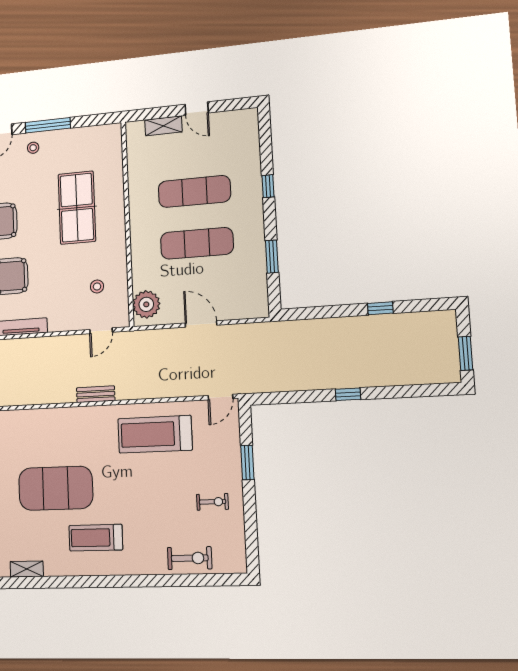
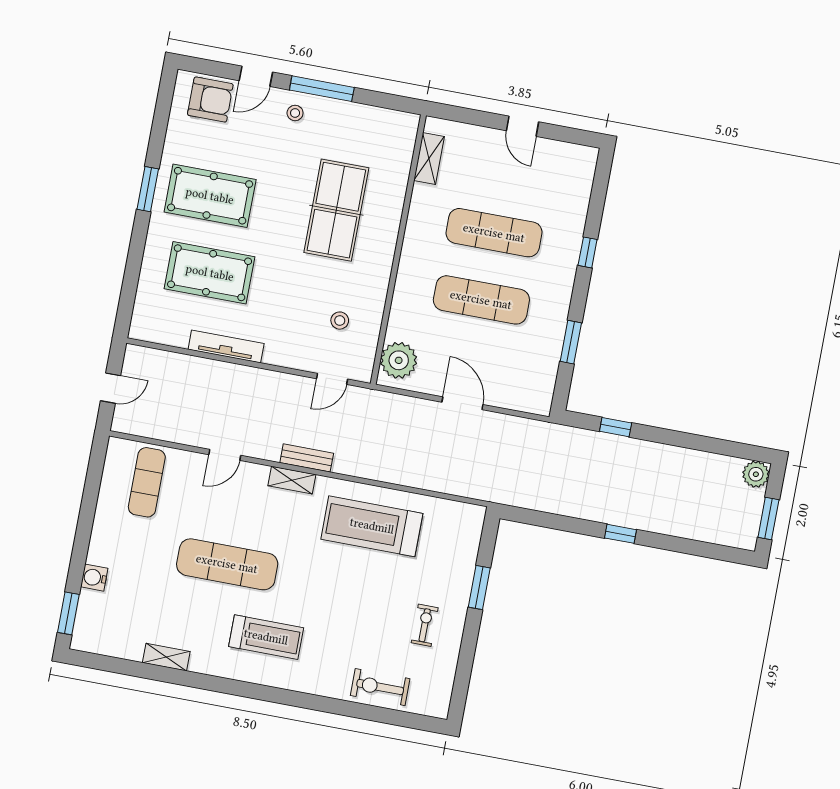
shelving: (163, 126) -> (429, 158), moved, turned 90
window: (380, 308) -> (616, 427), moved
plant: (445, 321) -> (756, 474), added
door: (220, 397) -> (225, 455), moved
shelving: (89, 414) -> (292, 480), added
exercise mat: (56, 488) -> (227, 564), width x0.68
exercise bike: (212, 502) -> (425, 625), turned -90
treadmill: (96, 538) -> (266, 637), turned 180
exercise bike: (190, 558) -> (380, 687), turned 180

